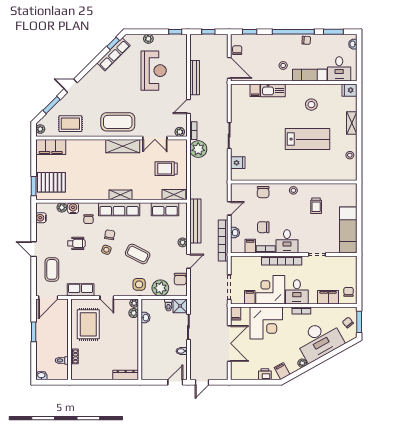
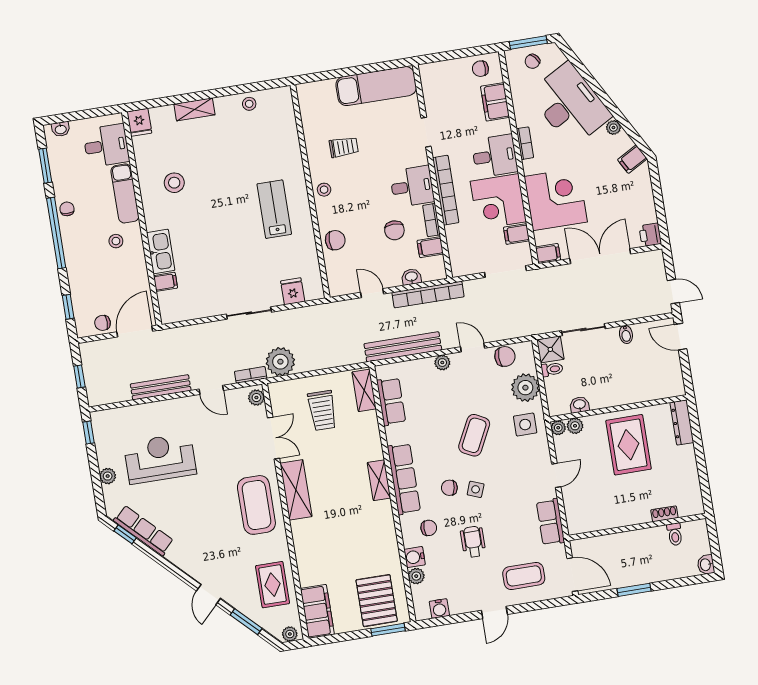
lab bench: (307, 139) -> (274, 209), moved, width x0.73, depth x0.72
rug: (88, 324) -> (628, 445), moved, turned 90
printer: (265, 374) -> (650, 235), moved

